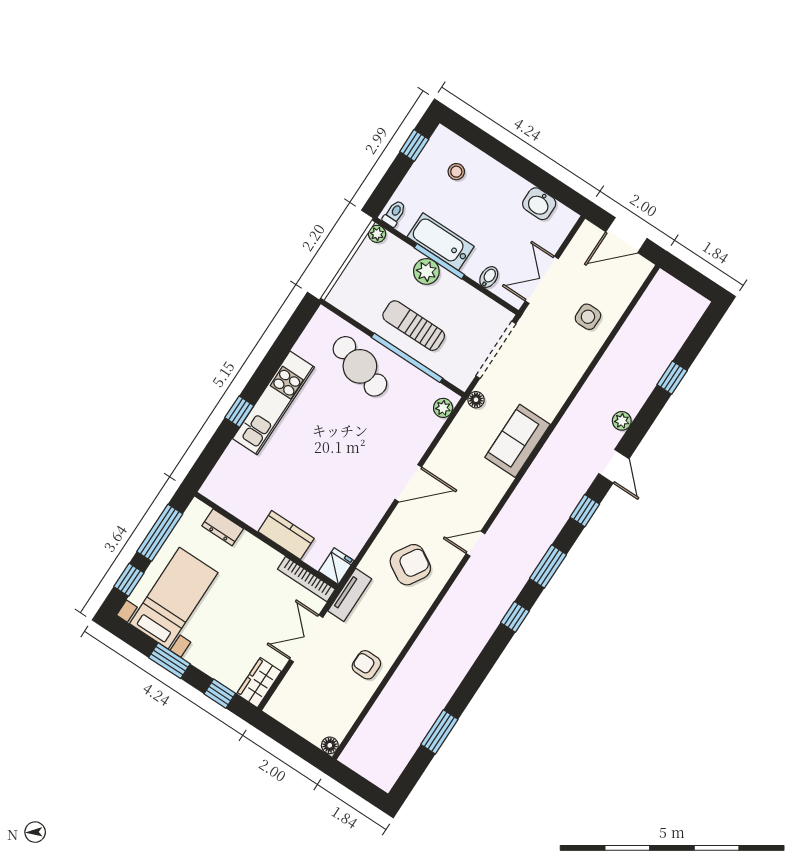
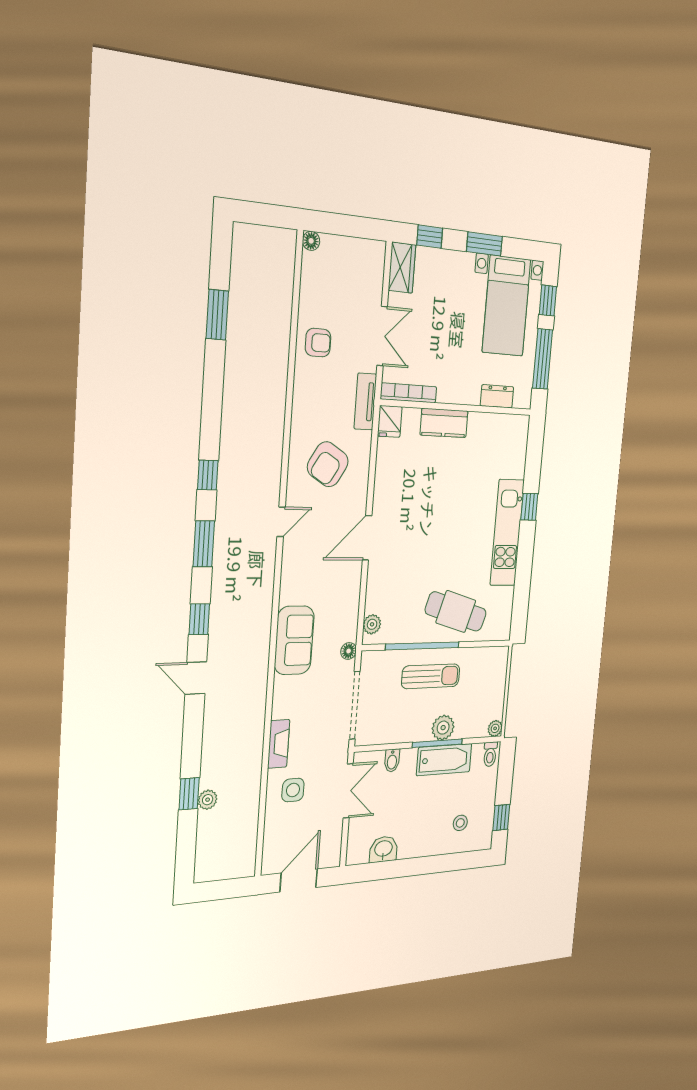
fireplace: (578, 365) -> (279, 744), added
plant: (622, 421) -> (208, 800), moved

